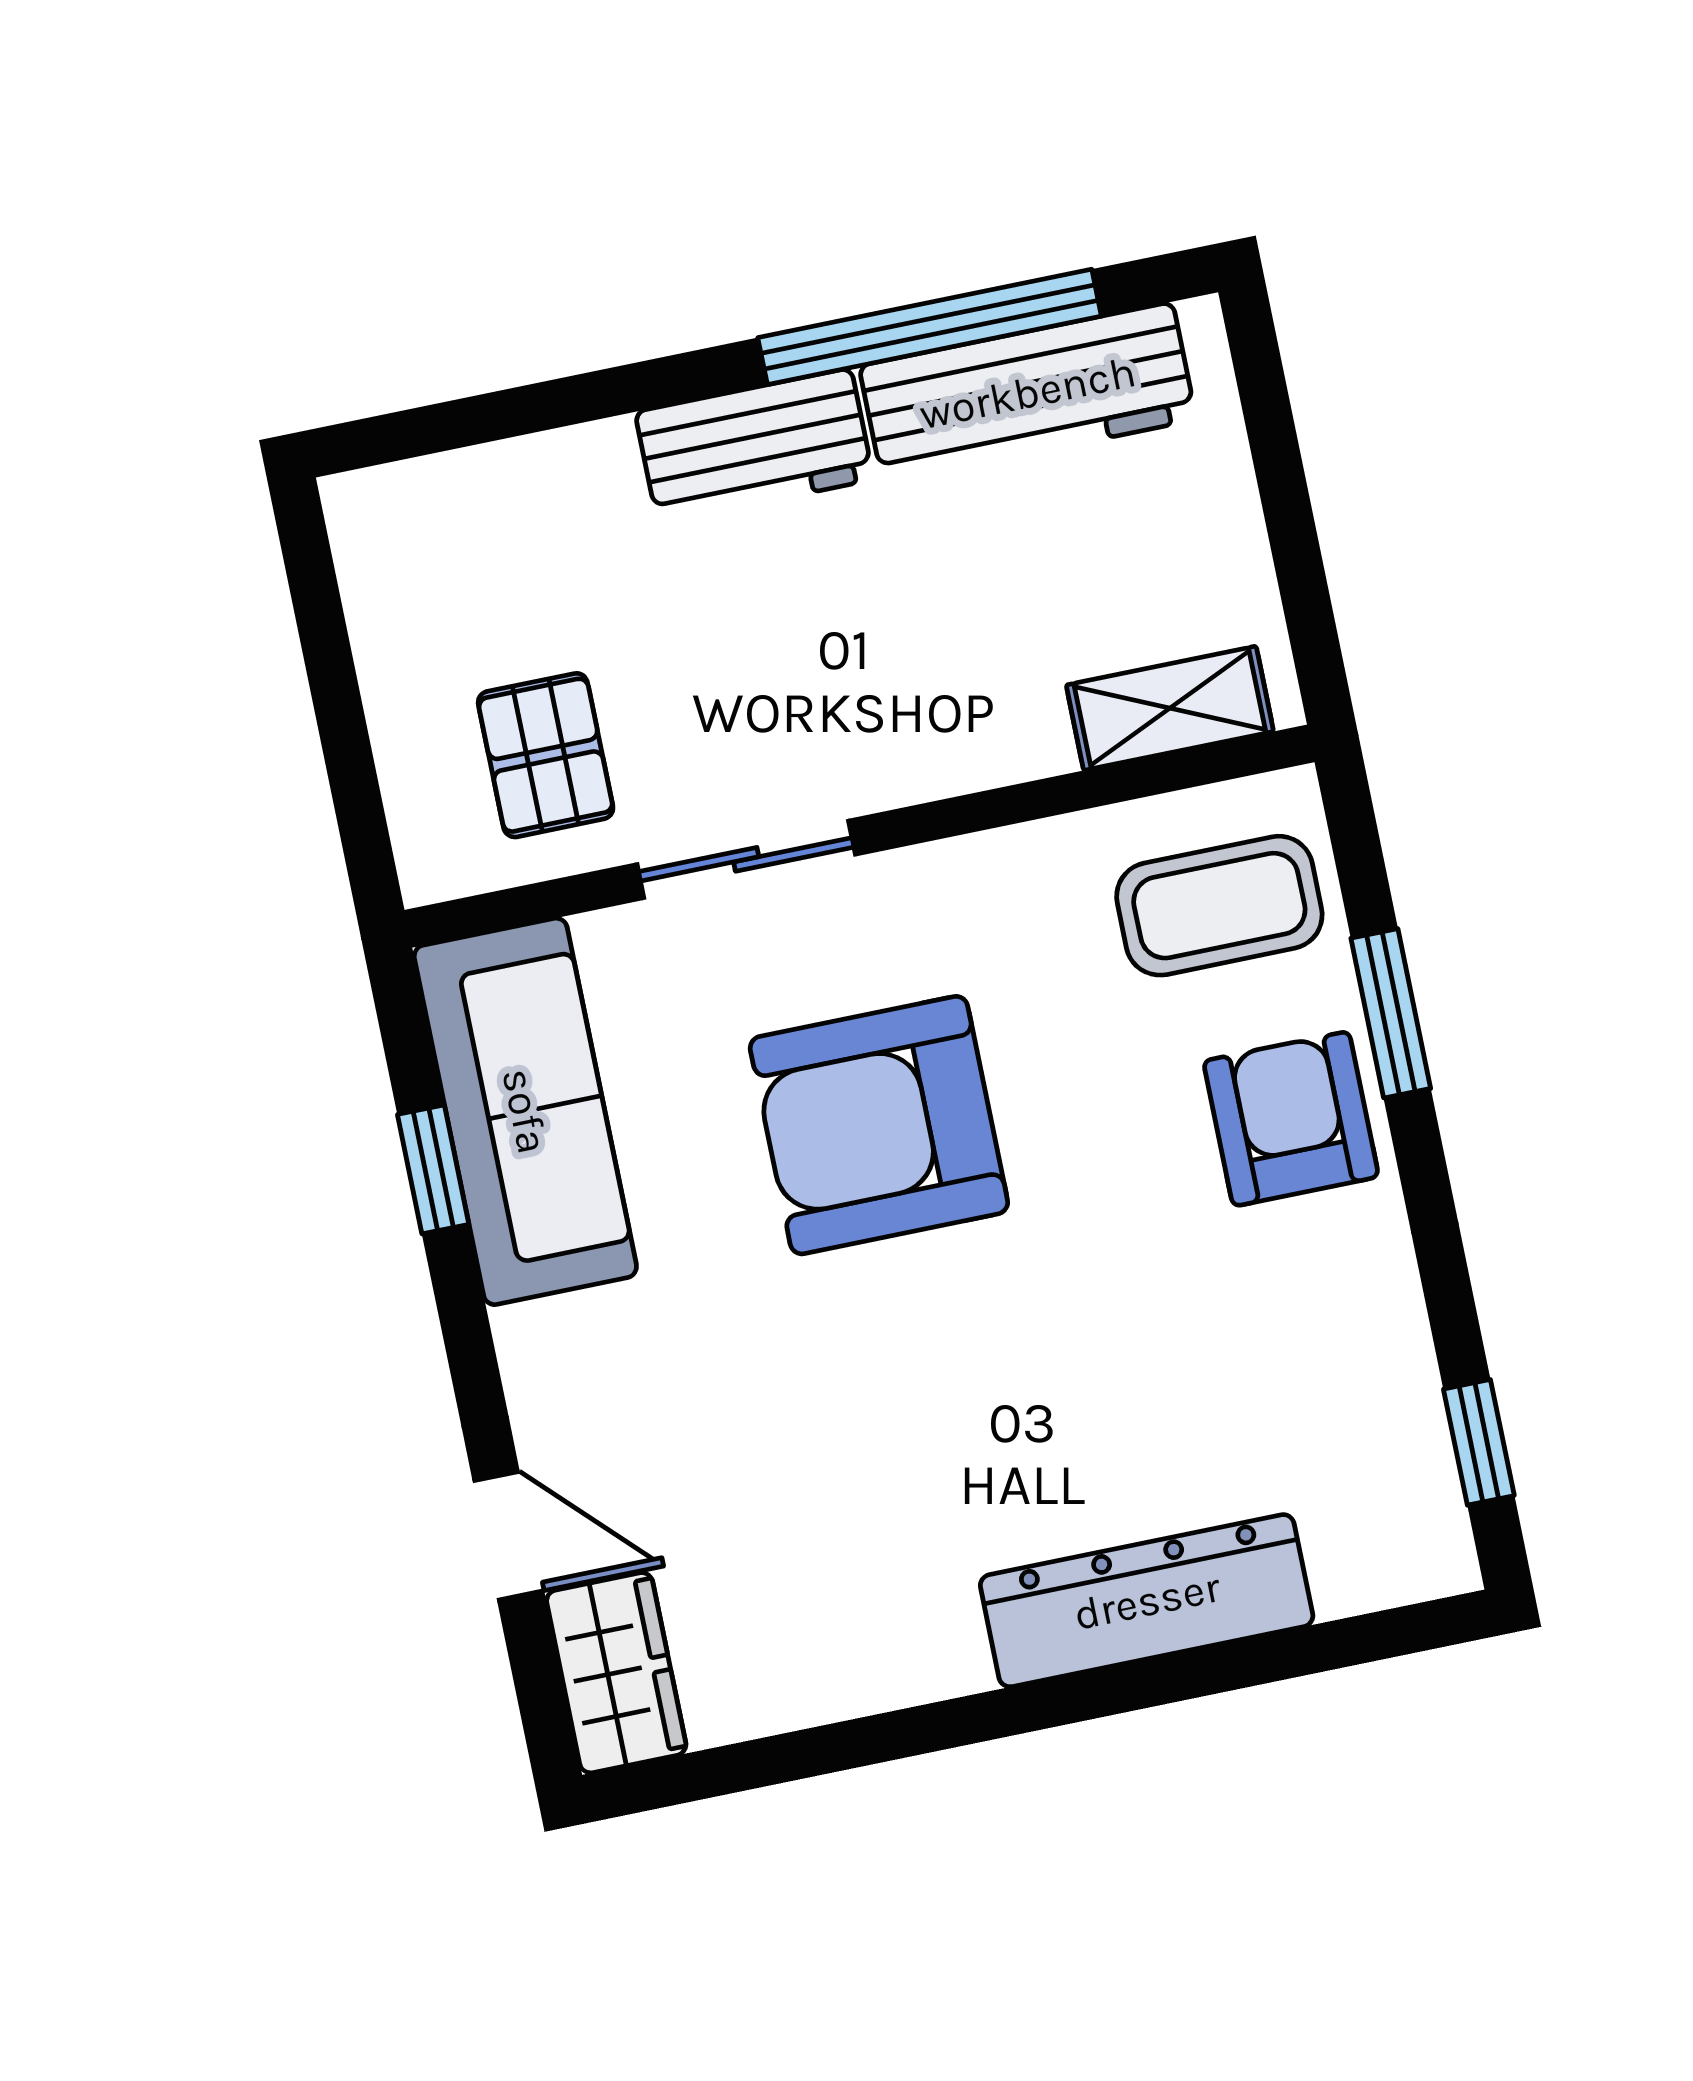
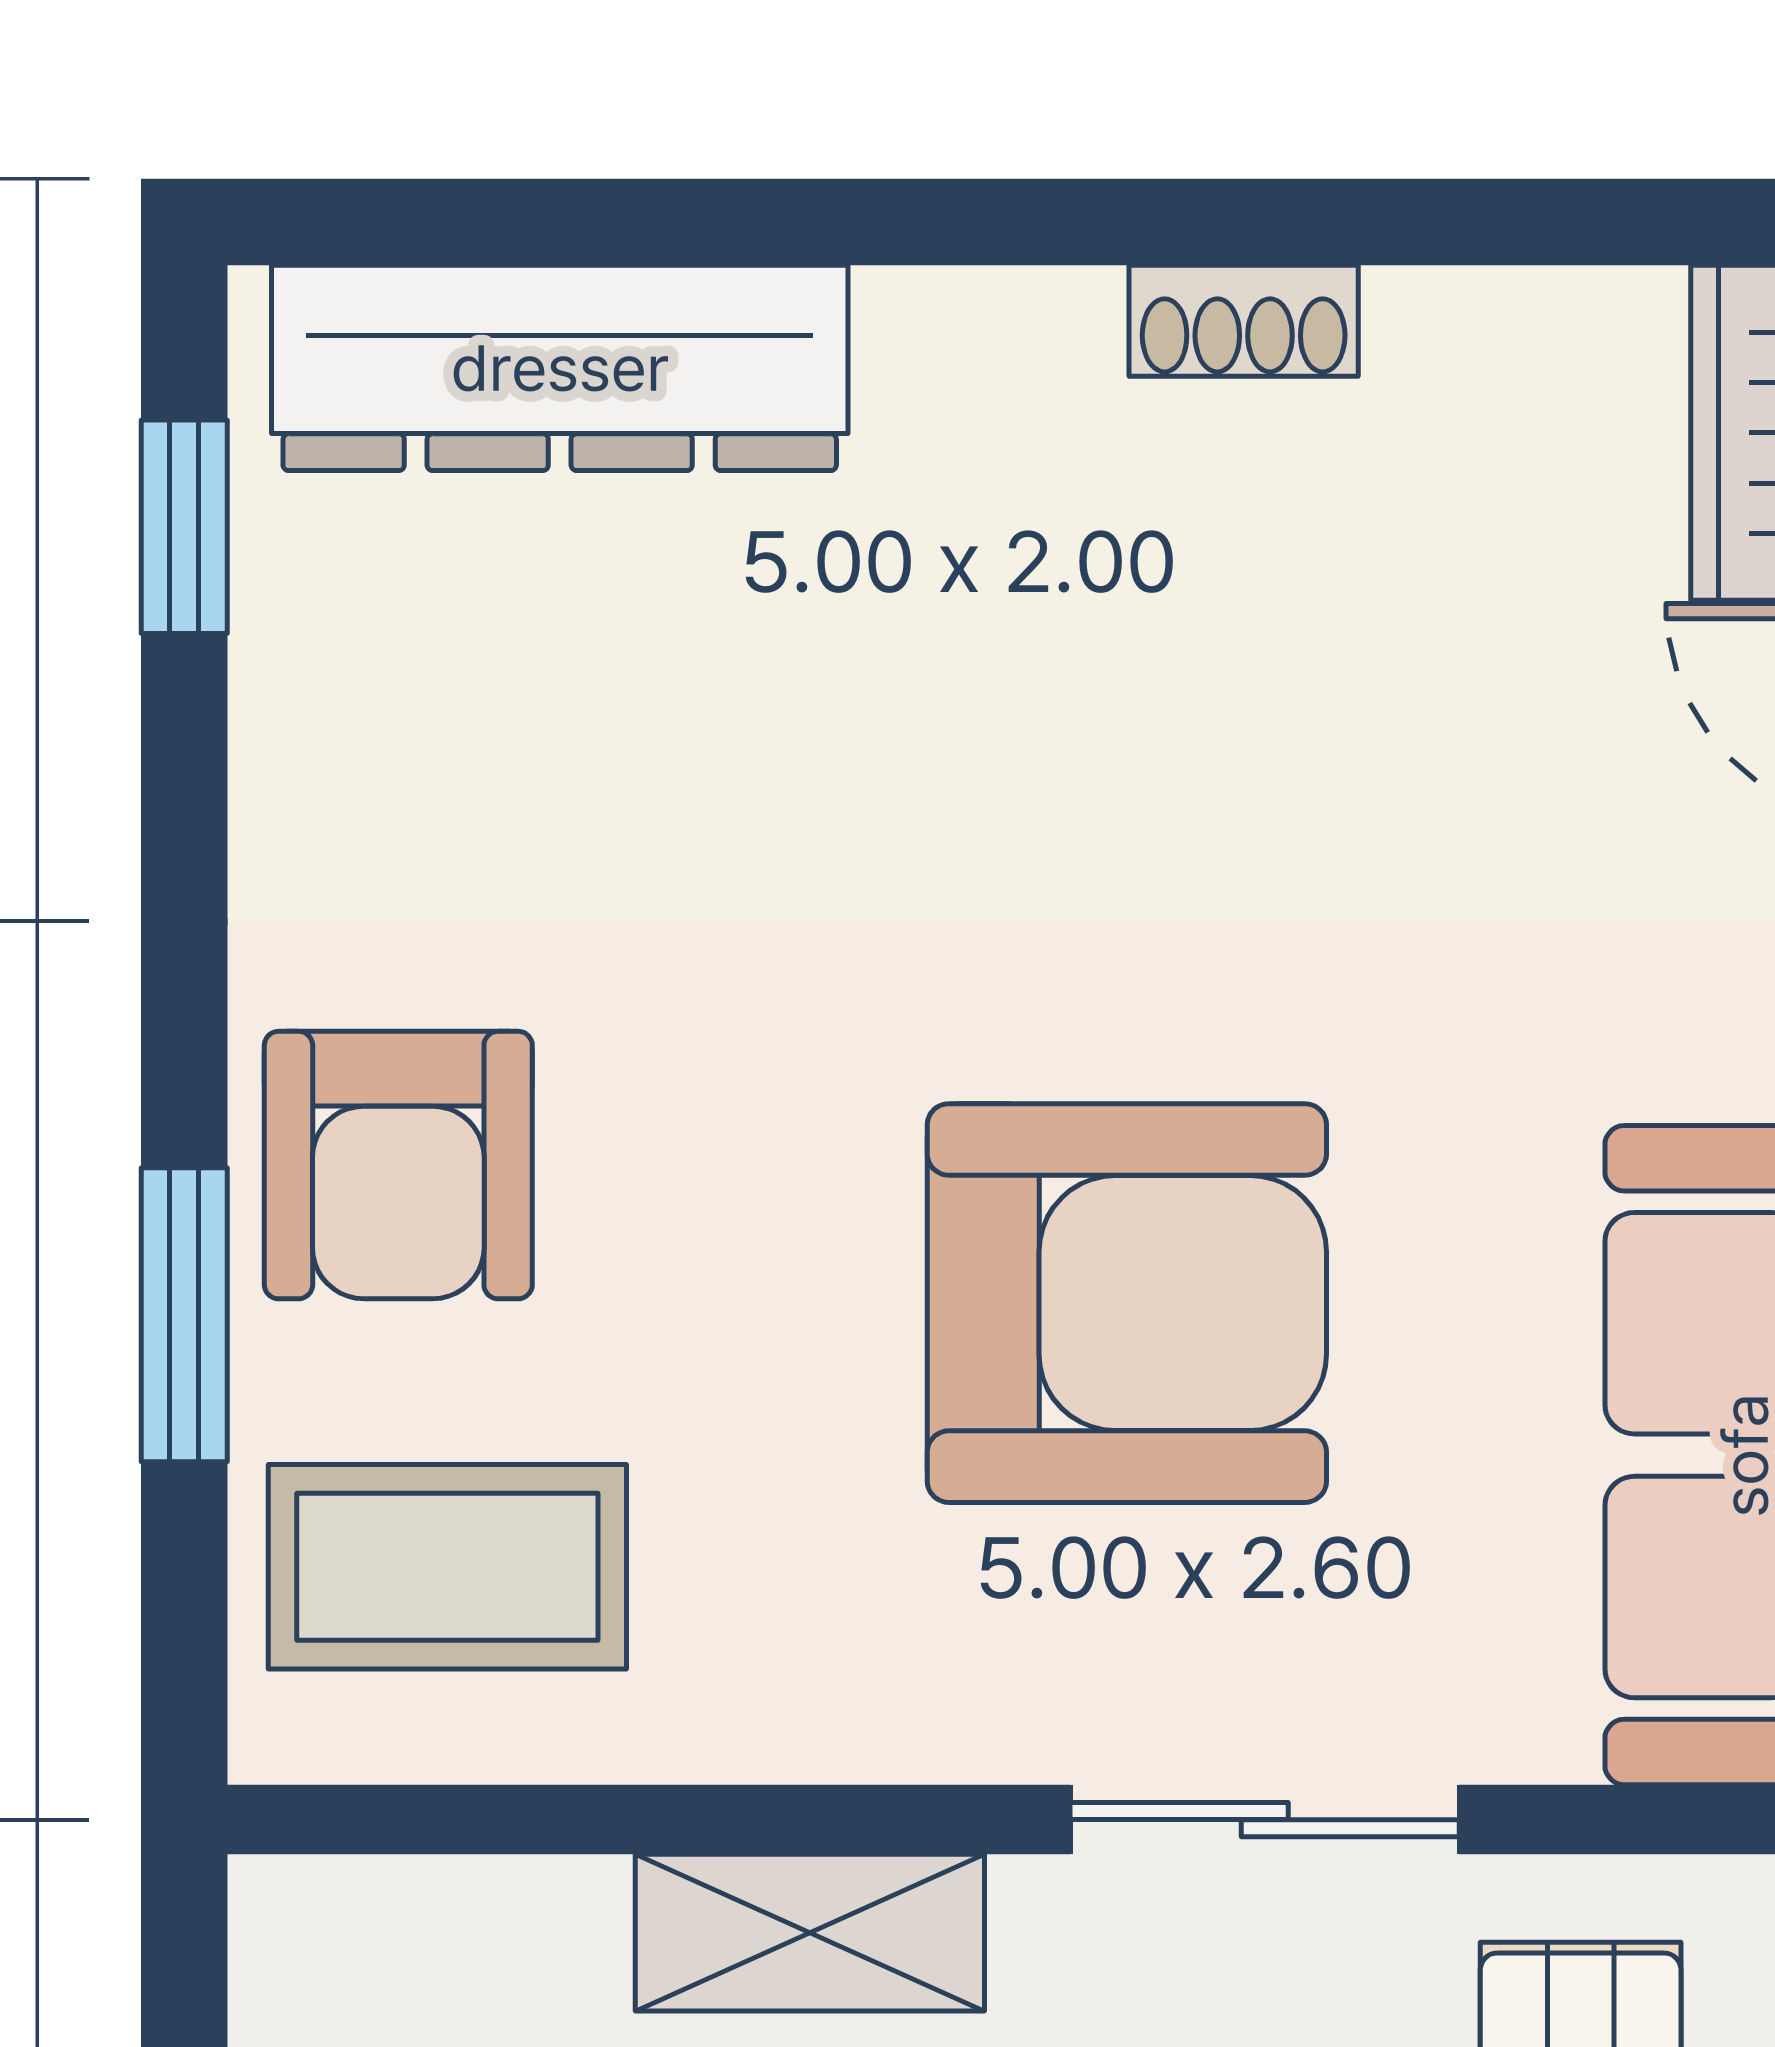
shelving: (1170, 708) -> (810, 1933), moved
dresser: (1147, 1601) -> (560, 368), moved
shoe rack: (925, 1673) -> (1244, 321), added

